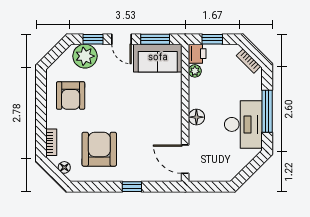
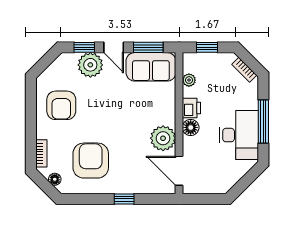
printer: (197, 54) -> (191, 108), moved
plant: (85, 56) -> (90, 65), moved
plant: (170, 128) -> (163, 138), added

